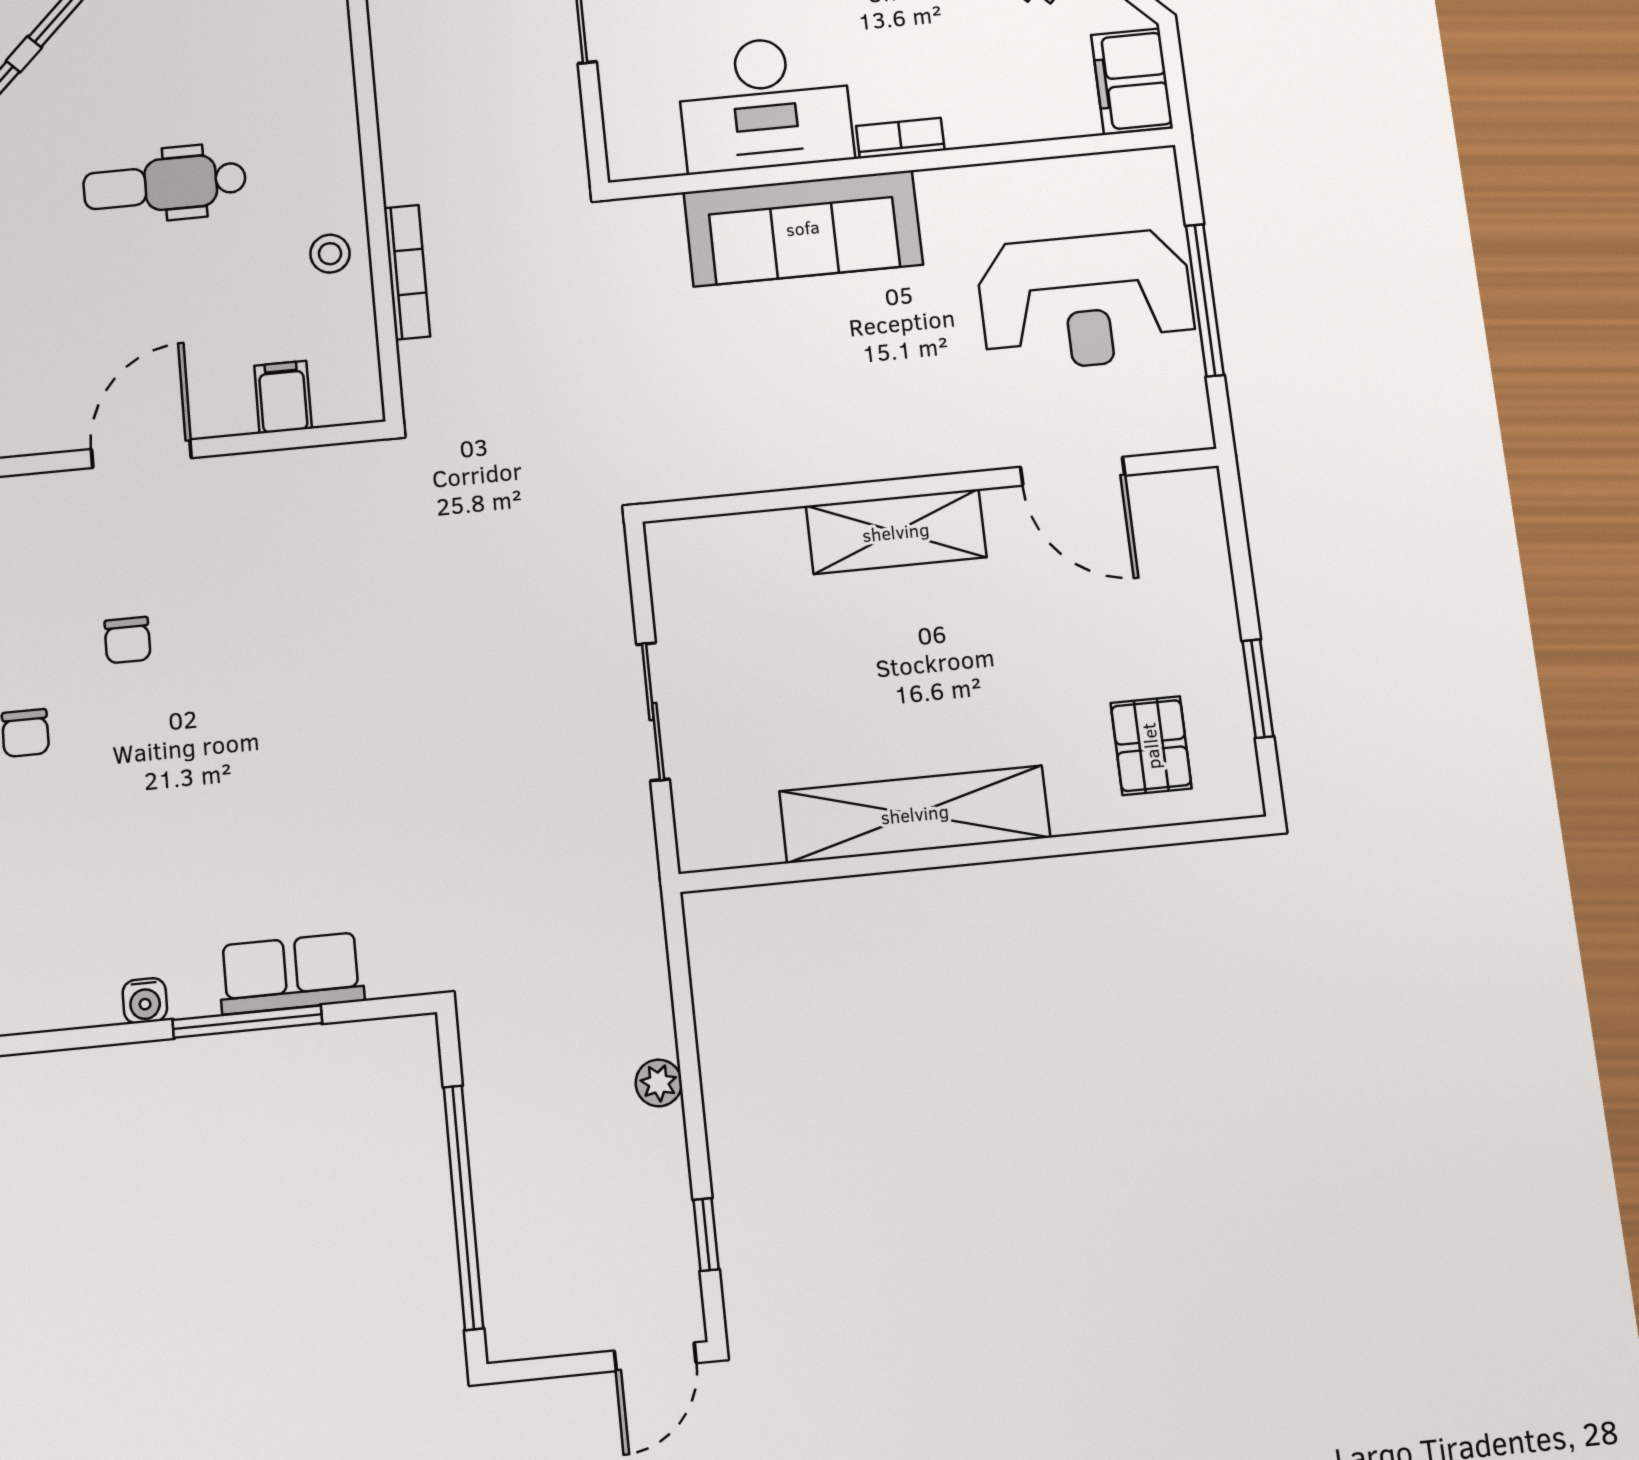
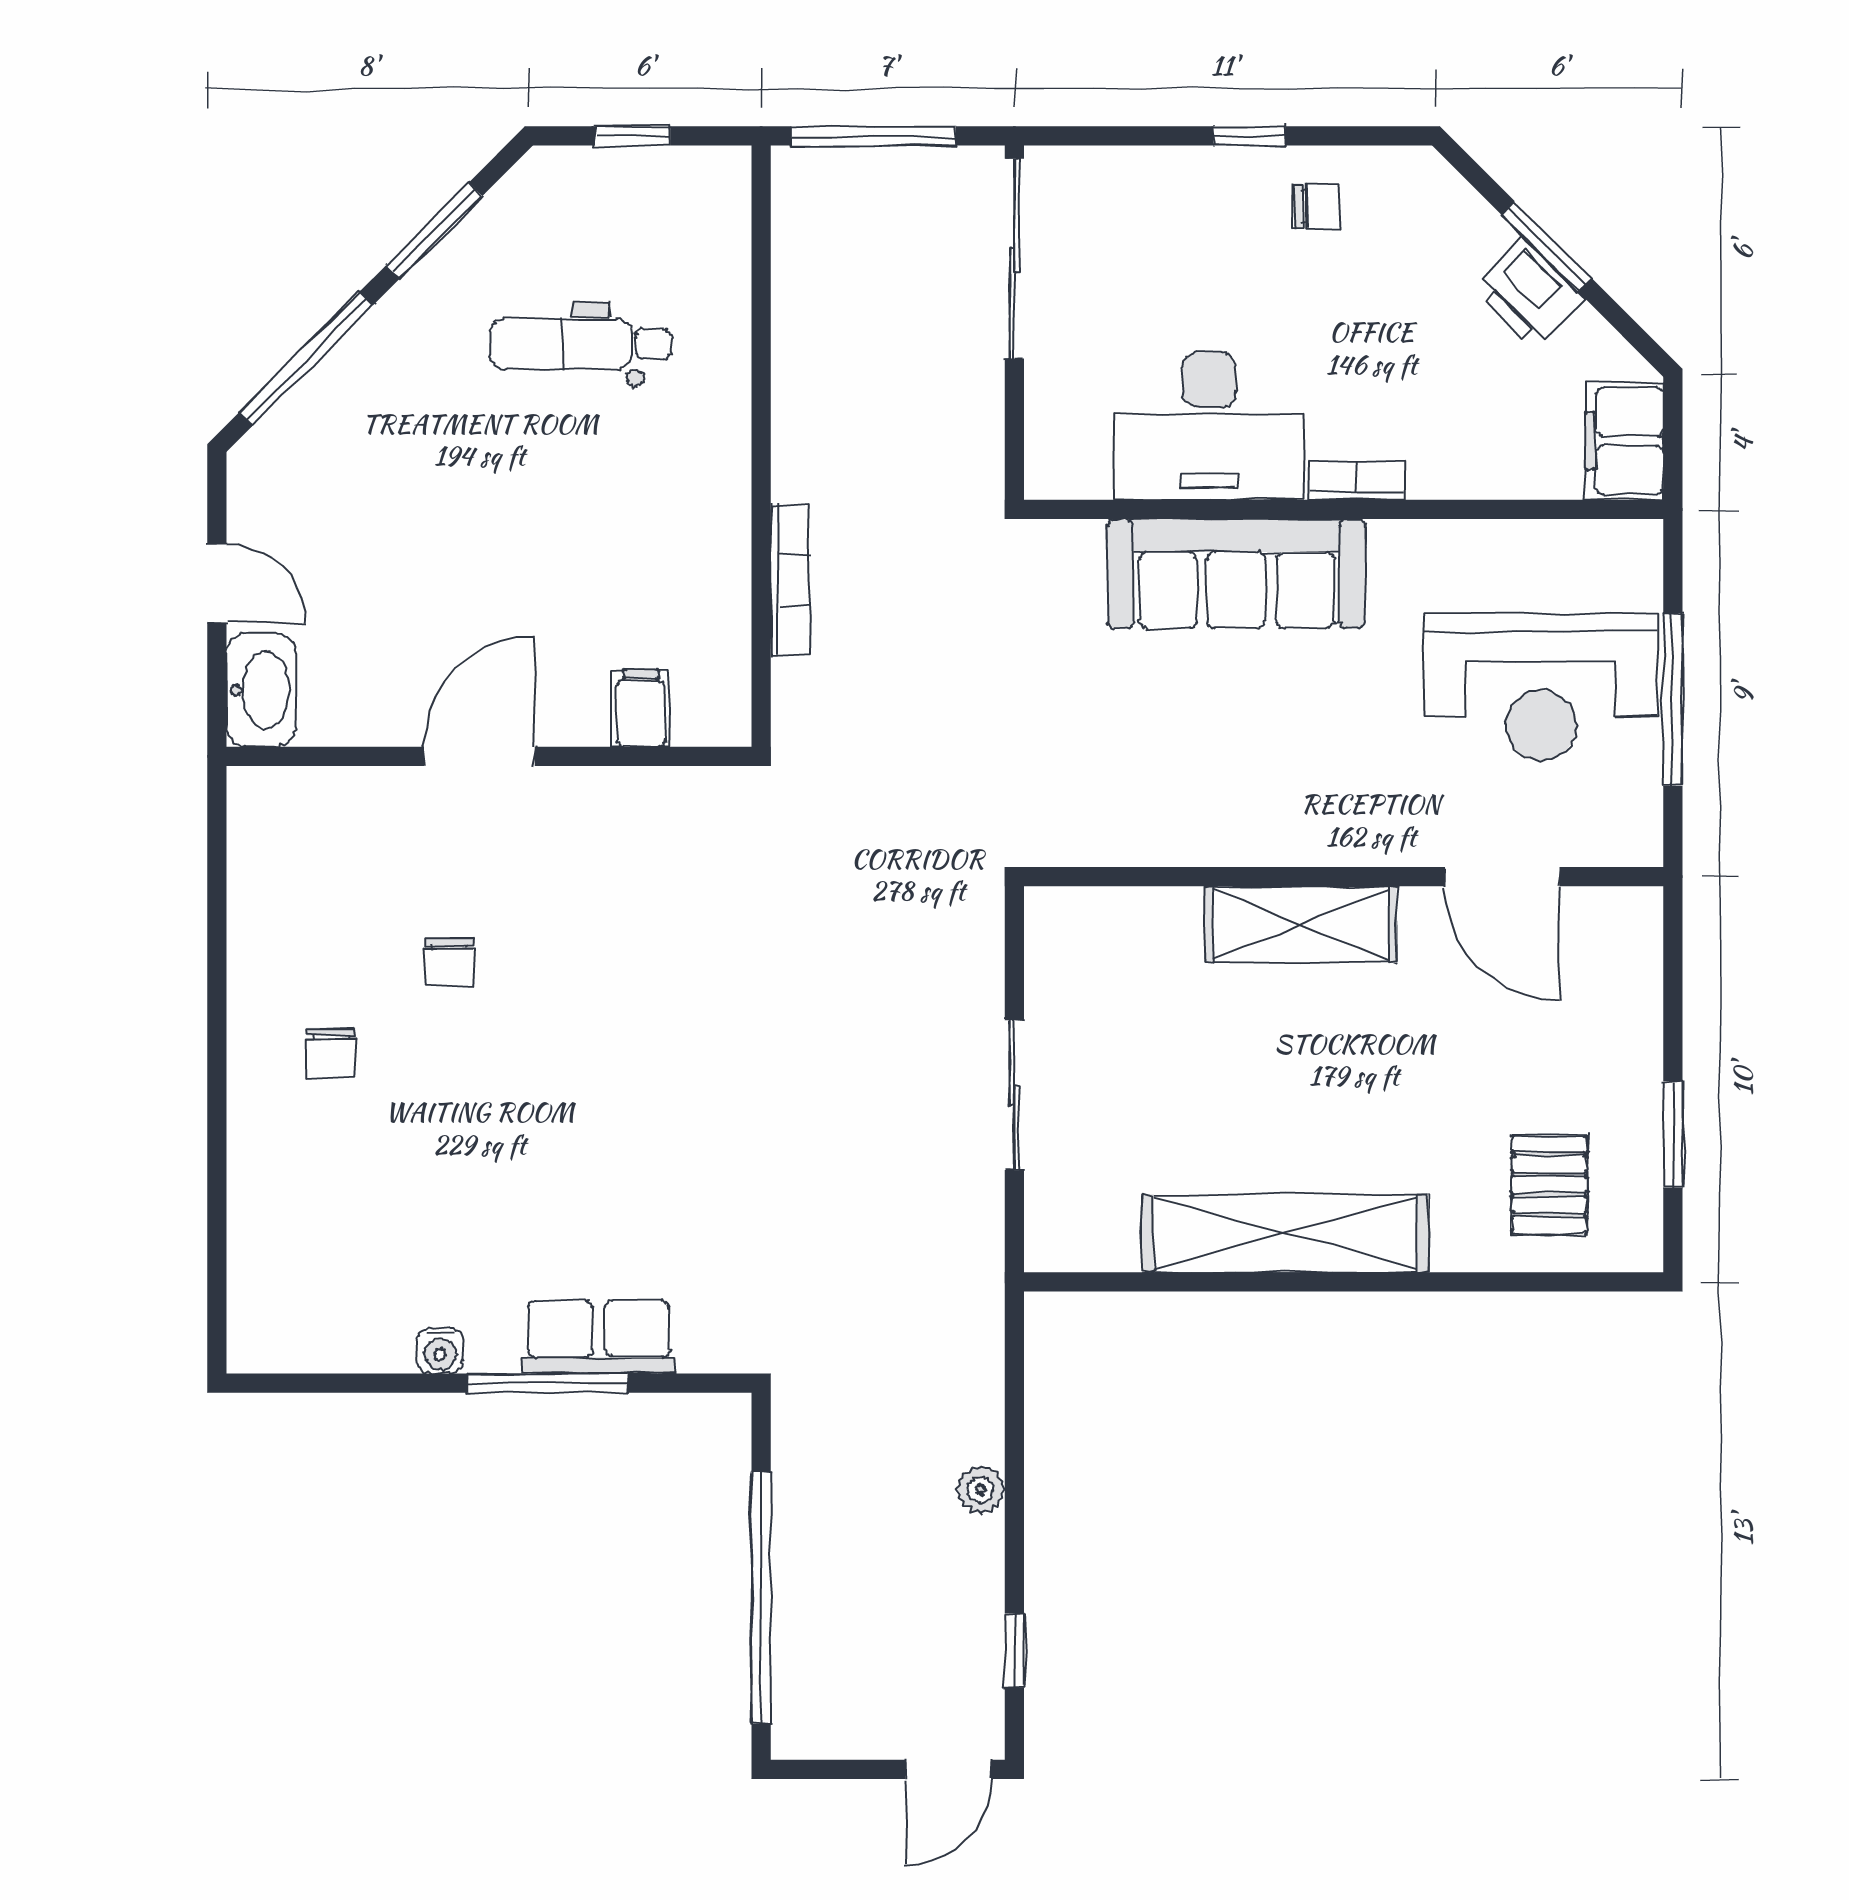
dental chair: (165, 184) -> (581, 344), moved
stool: (330, 254) -> (706, 551), removed

